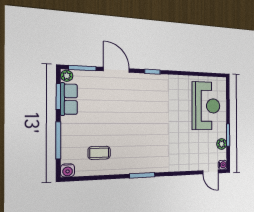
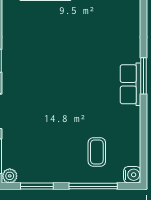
row of seats: (69, 99) -> (131, 84), moved, turned -90
coffee table: (99, 153) -> (97, 152), moved

